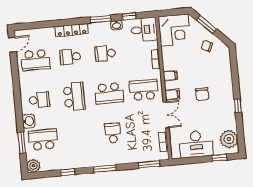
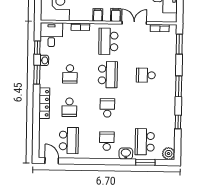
school desk: (74, 97) -> (107, 108), width x0.54

